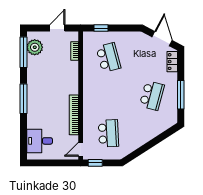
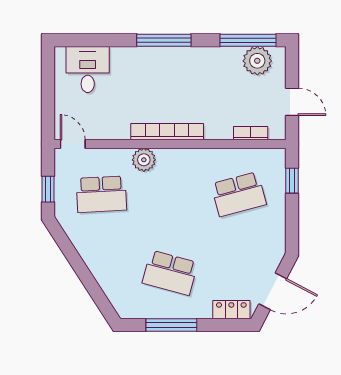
plant: (89, 110) -> (144, 160), added
bookcase: (74, 115) -> (167, 132), moved
window: (95, 163) -> (48, 189), moved

